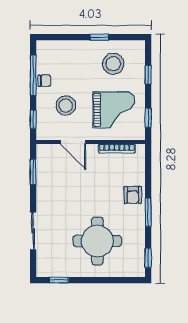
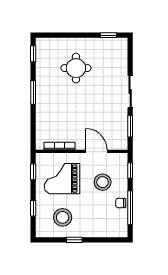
armchair: (133, 195) -> (46, 107), removed
sliding door: (33, 231) -> (130, 91), moved
round table: (97, 241) -> (76, 68), width x0.73, depth x0.73

